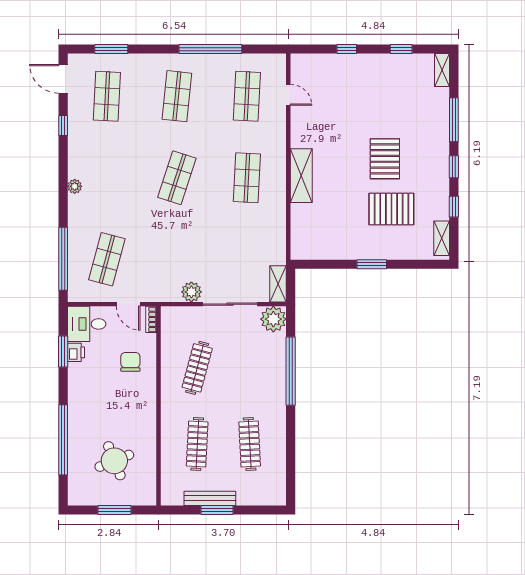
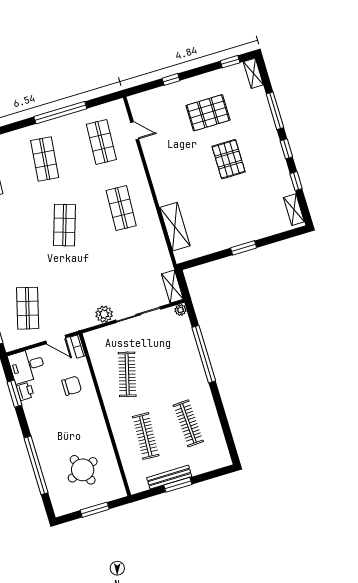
window: (401, 49) -> (230, 62), moved
shelving: (301, 176) -> (175, 227), moved
pallet: (391, 209) -> (208, 113), moved
plant: (273, 319) -> (181, 310), width x0.53, depth x0.53
chair: (130, 362) -> (72, 386), turned 90

